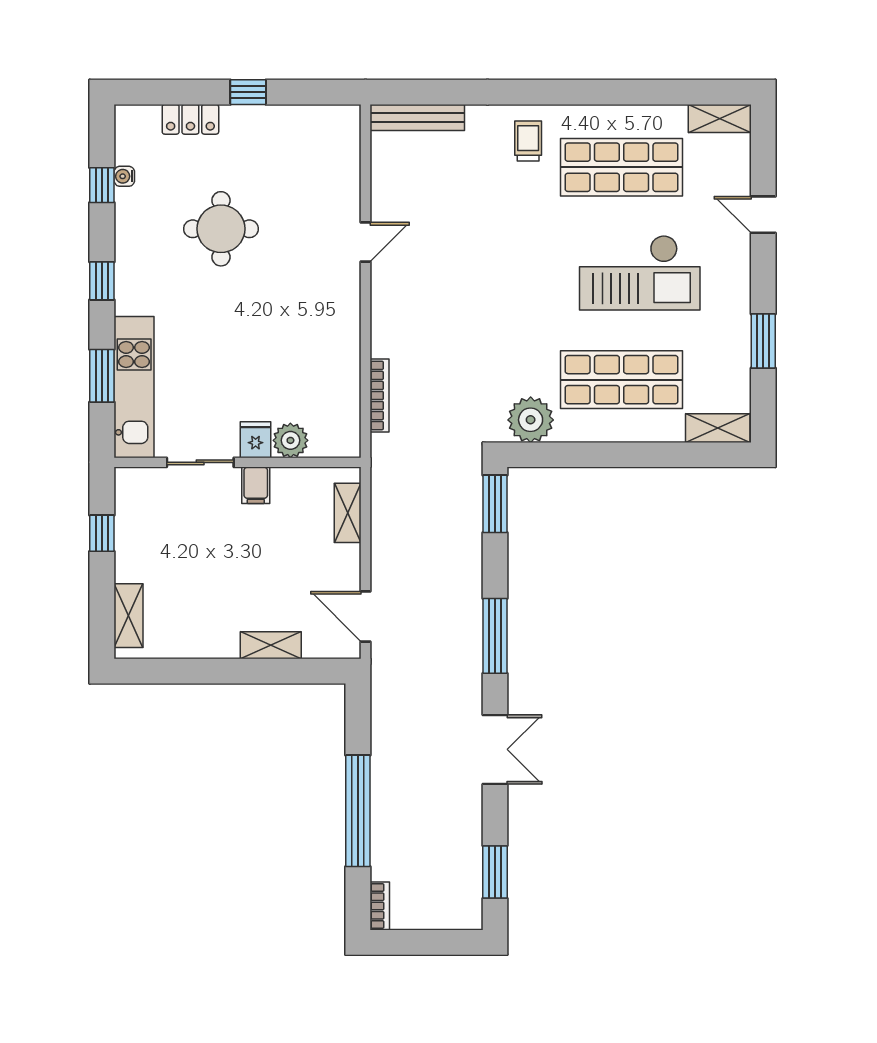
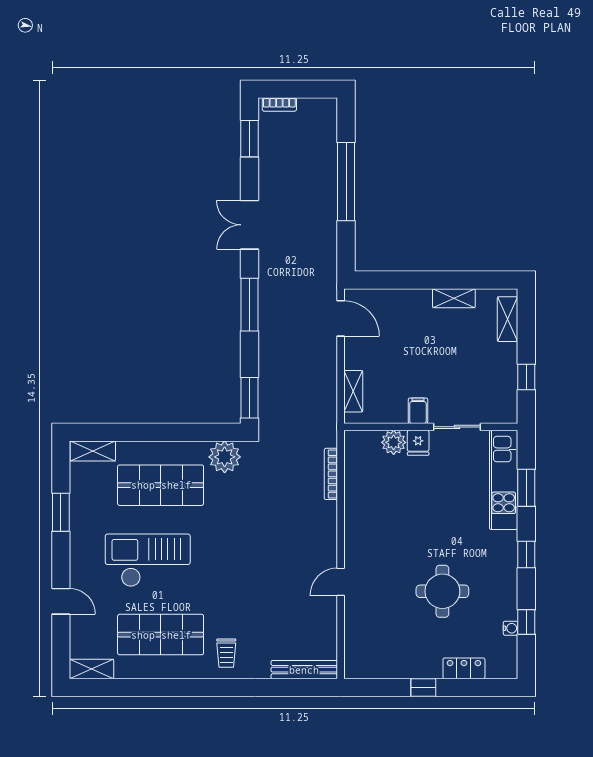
shelving: (271, 645) -> (454, 298), moved
bookcase: (380, 906) -> (279, 104), moved, turned -90

